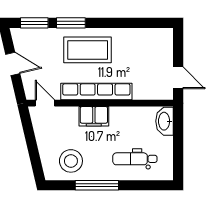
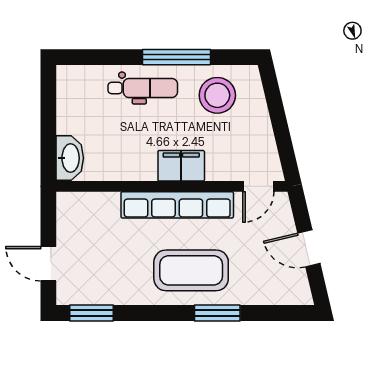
window: (34, 23) -> (91, 313), moved
door: (178, 78) -> (48, 264), moved
door: (45, 103) -> (258, 186), hinge flipped
dental chair: (135, 159) -> (143, 88), moved

